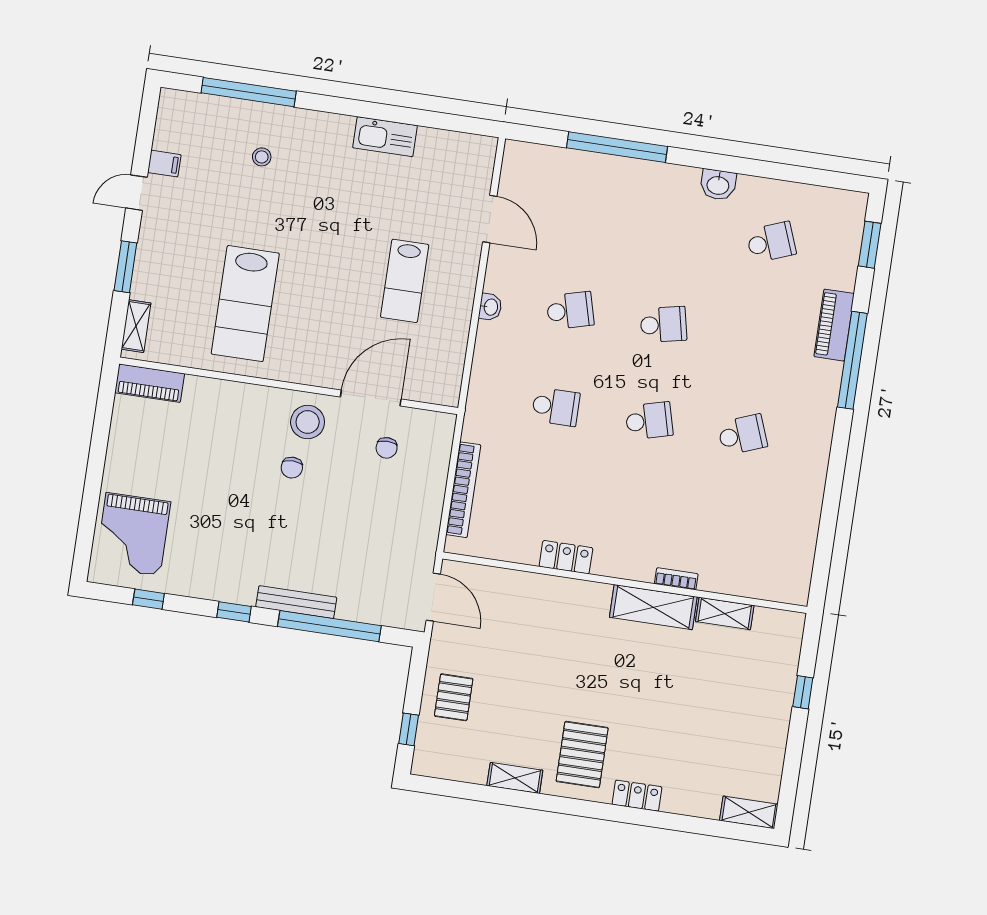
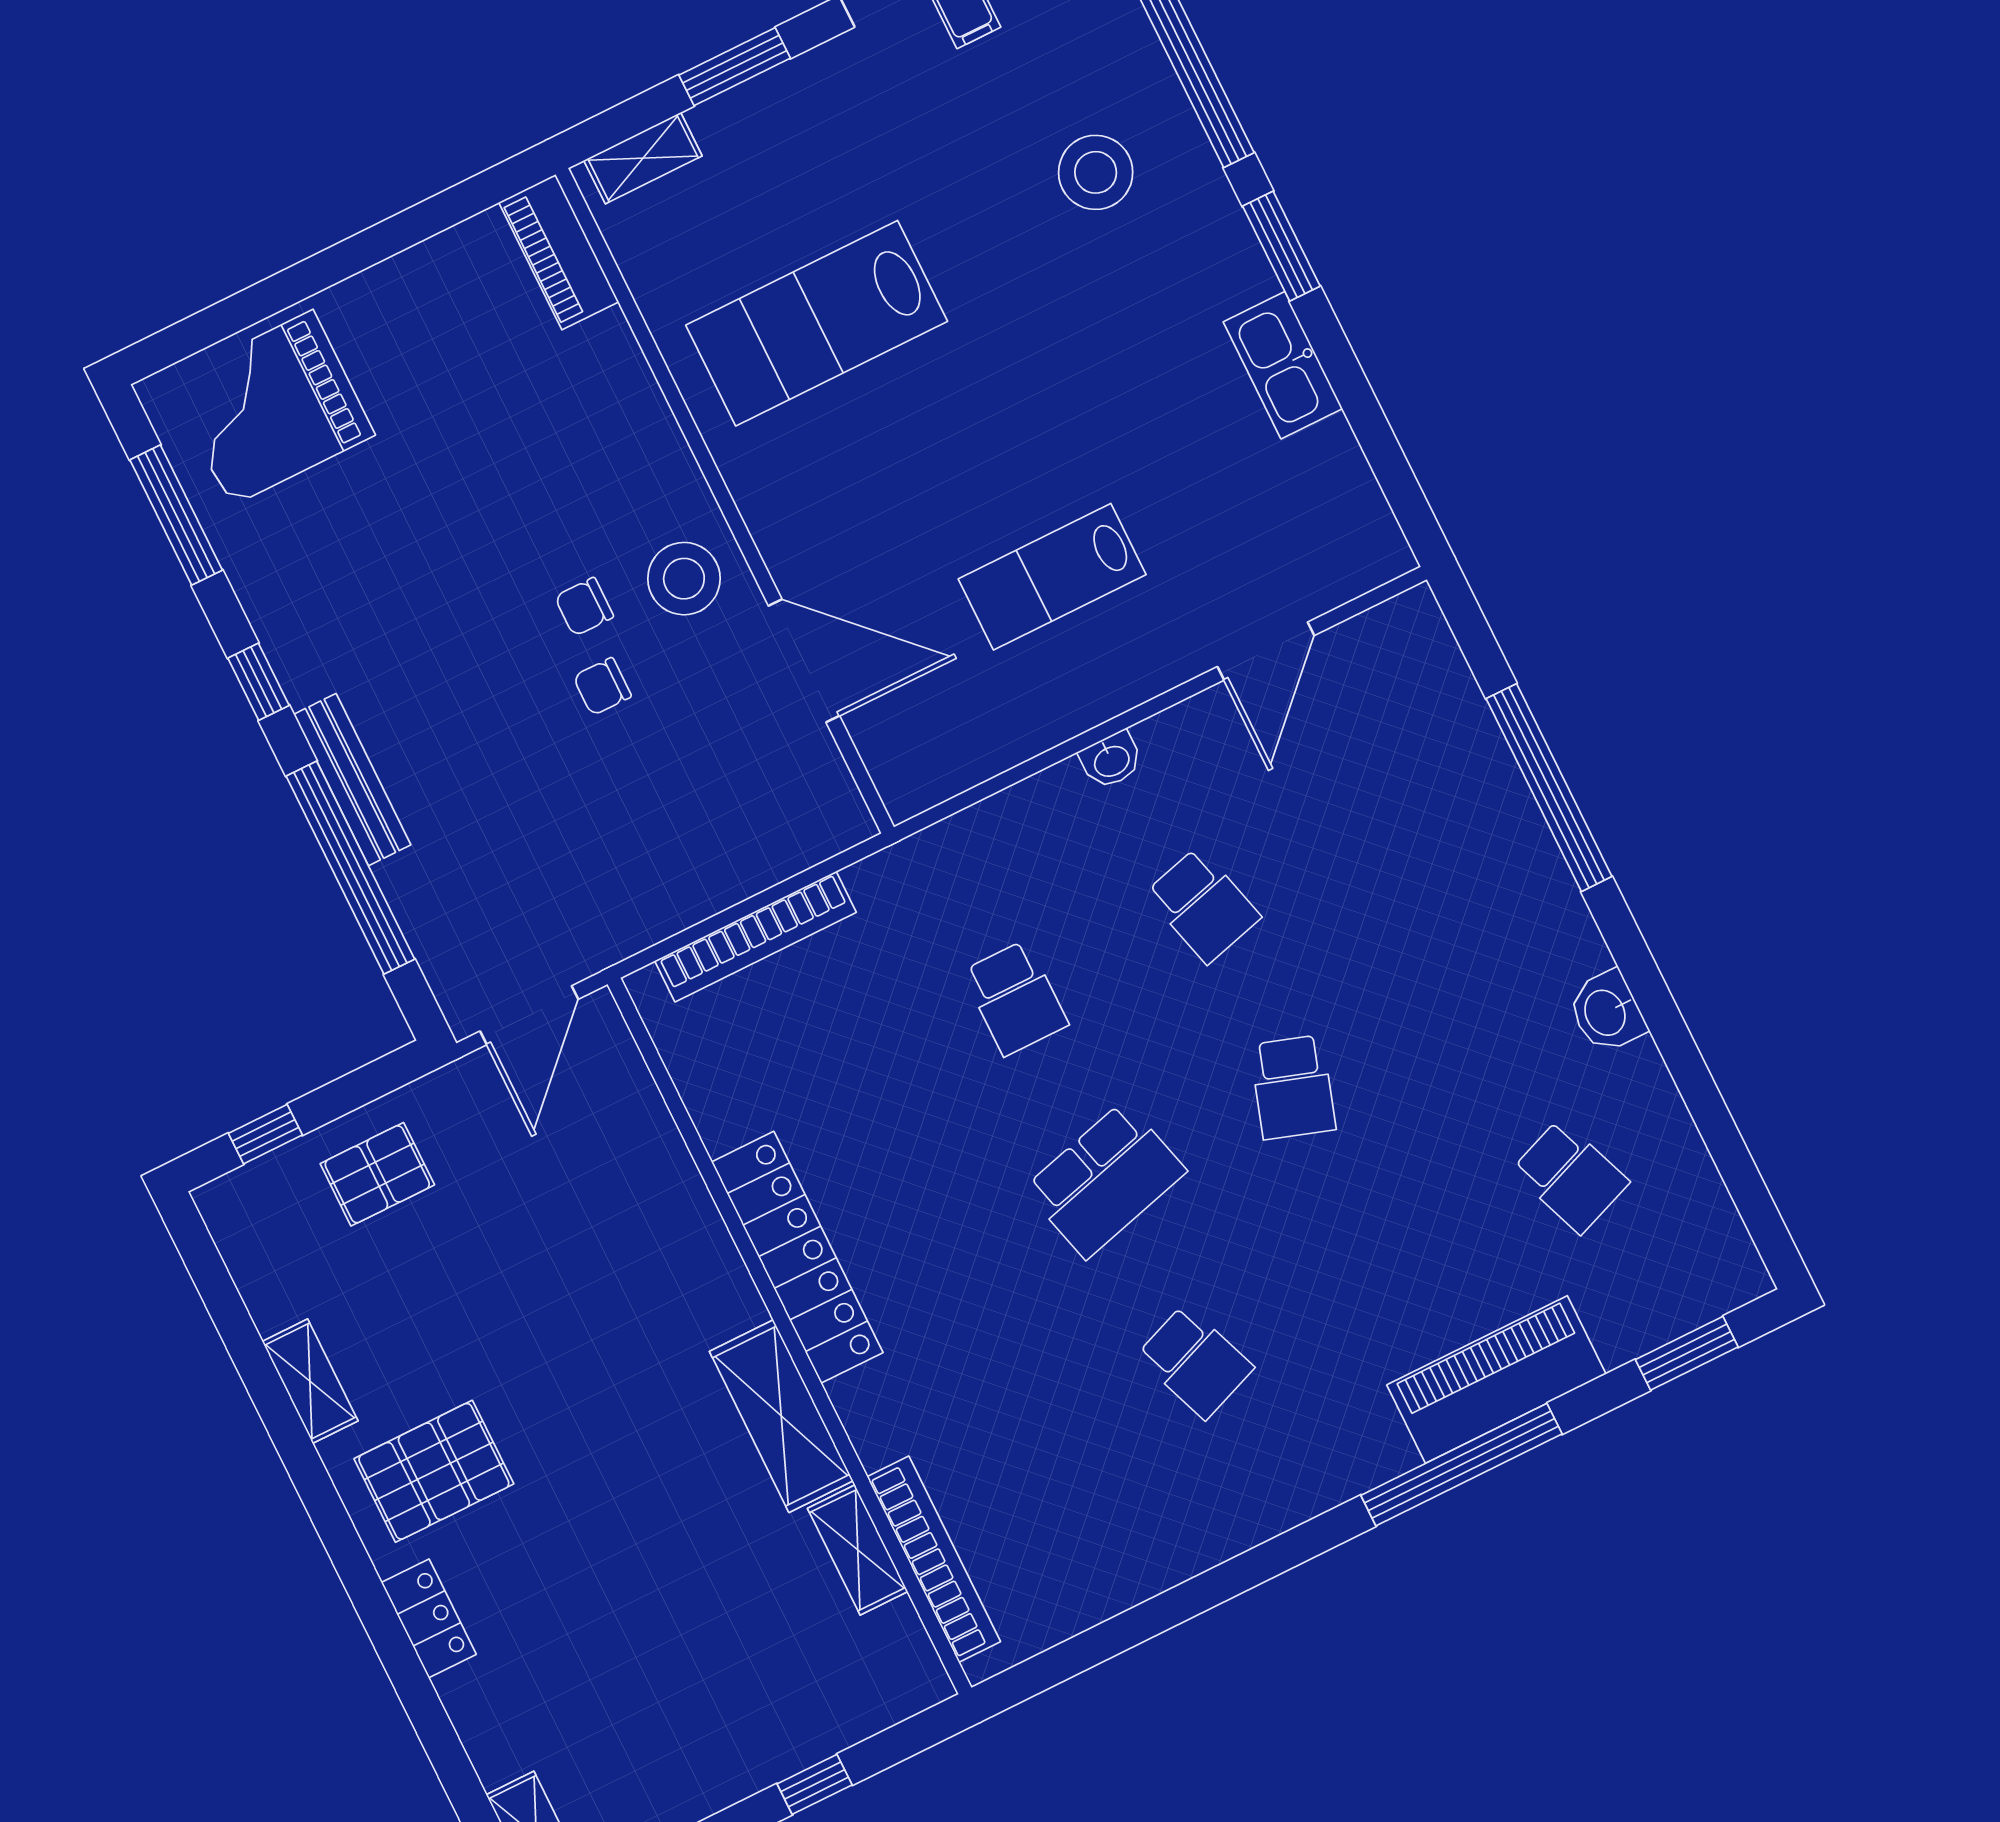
window: (339, 106) -> (1281, 246), added
stool: (262, 157) -> (1096, 172), width x1.89, depth x1.89
school desk: (663, 324) -> (1293, 1087), turned 30
piano: (834, 325) -> (1496, 1380), width x1.37, depth x1.33
school desk: (649, 421) -> (1105, 1180), width x1.85
chair: (387, 448) -> (602, 686), moved
locker: (566, 557) -> (797, 1257), width x2.16, depth x1.21
bookcase: (676, 579) -> (934, 1559), moved, width x2.31, depth x1.31
window: (148, 599) -> (176, 515), width x2.17

